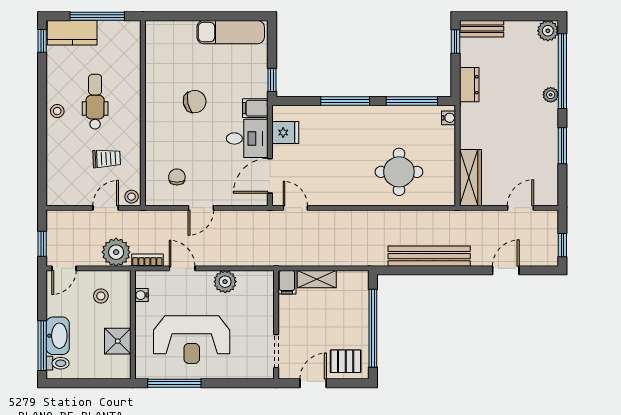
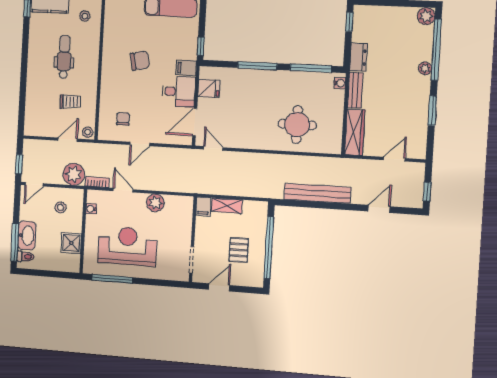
bench: (482, 29) -> (355, 90), moved, turned 90
stool: (57, 111) -> (85, 16), moved
reception desk: (192, 340) -> (127, 246), turned 180
pallet: (346, 361) -> (239, 250), moved, turned 90

